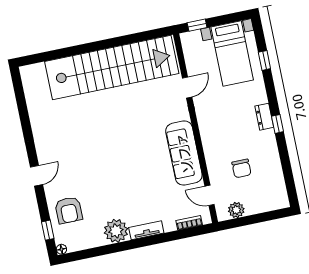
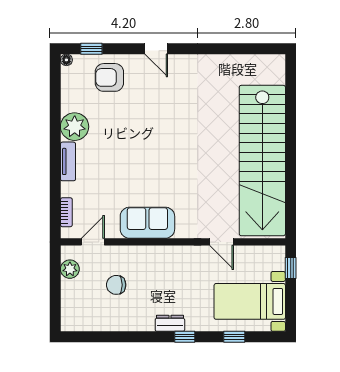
window: (278, 124) -> (185, 337), moved
sofa: (184, 153) -> (147, 223), width x0.73

